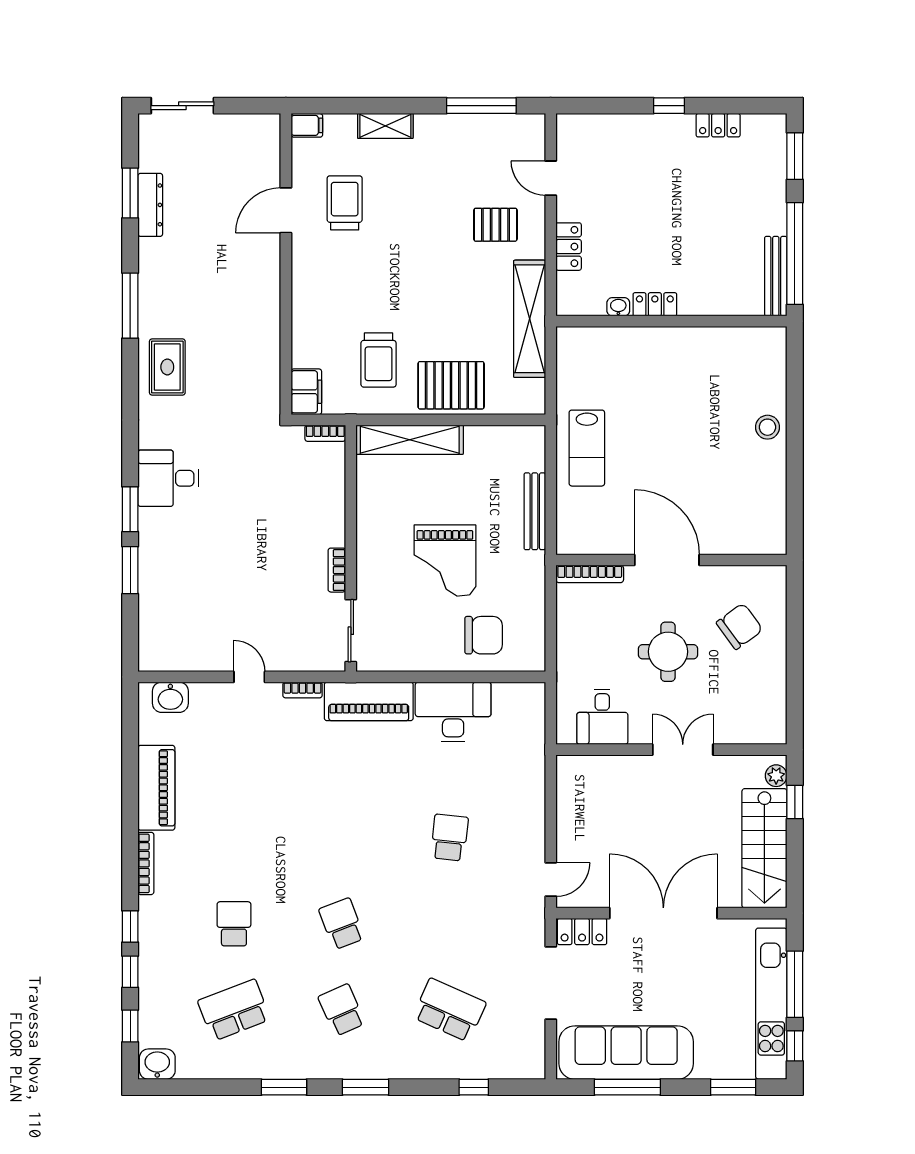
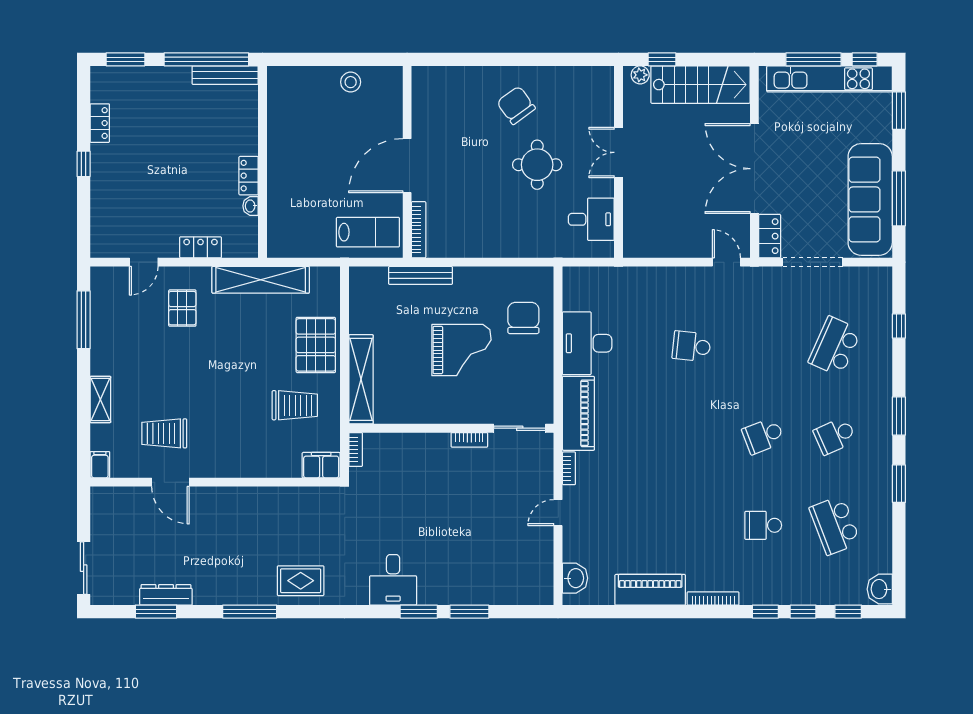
door: (667, 560) -> (407, 166), moved
wall: (671, 560) -> (407, 162), moved
bookcase: (590, 574) -> (419, 230), moved

